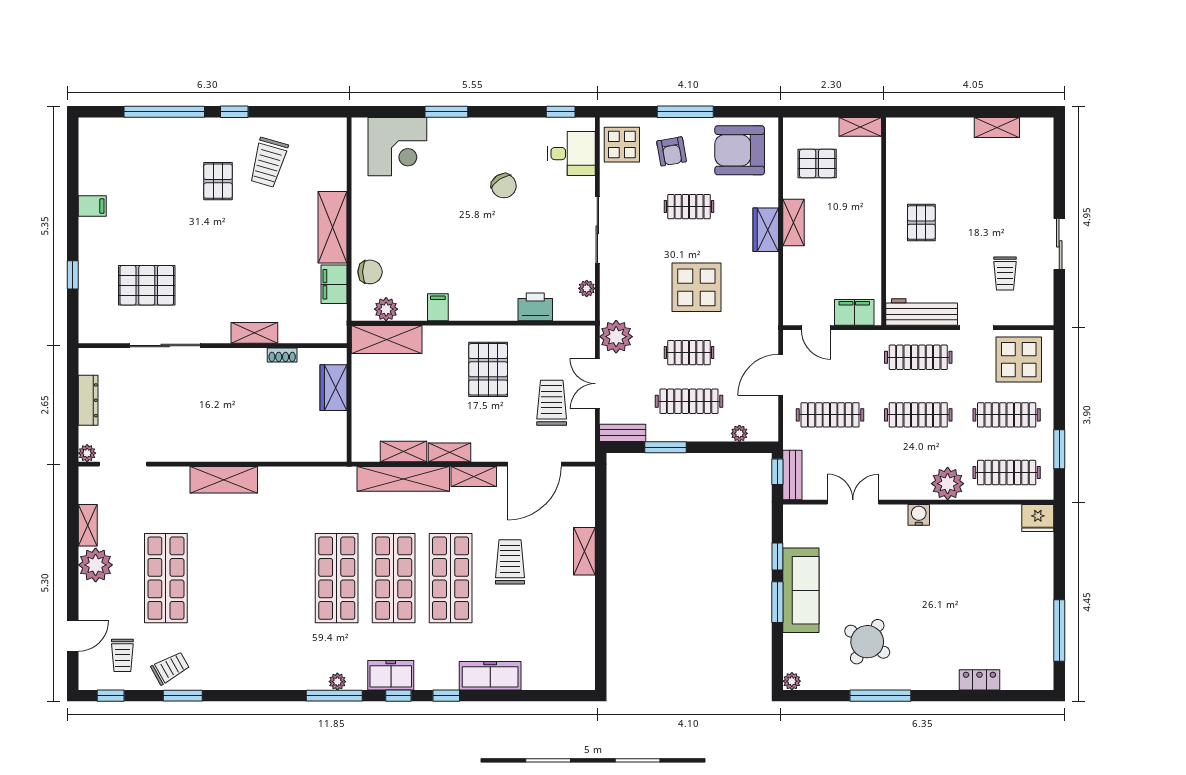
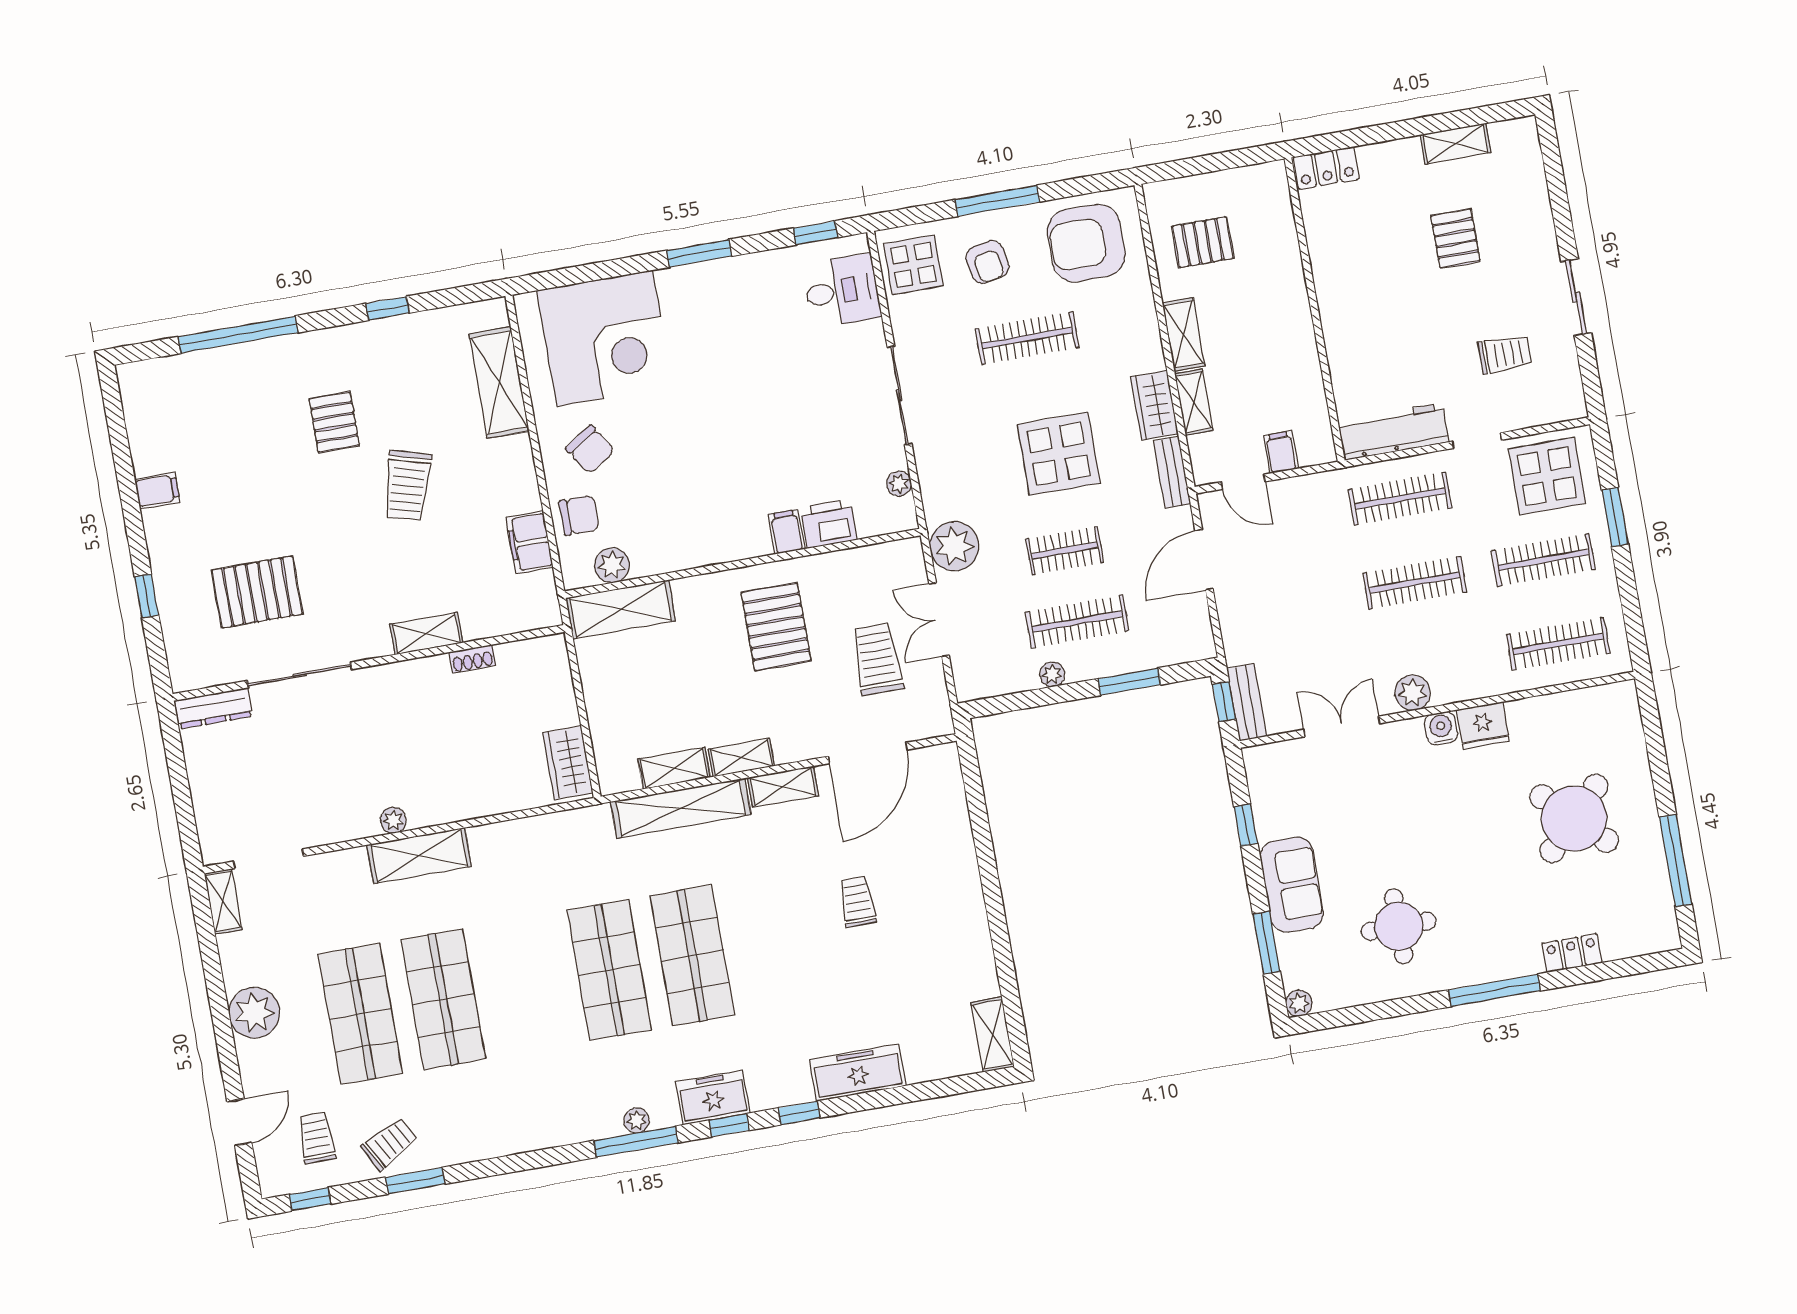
window: (234, 112) -> (387, 308), moved
window: (446, 112) -> (699, 253), moved
shelving: (860, 127) -> (1194, 402), moved, turned 90
locker: (908, 129) -> (1326, 168), added
corner desk: (397, 147) -> (605, 338), width x1.36, depth x1.36
trolley: (268, 162) -> (407, 485), moved
chair: (504, 186) -> (590, 450), moved
clothes rail: (689, 207) -> (1027, 338), width x1.36
pallet: (921, 223) -> (1455, 238), moved
shelving: (332, 227) -> (499, 382), moved
wardrobe: (766, 230) -> (1154, 405), moved
trolley: (1005, 273) -> (1505, 354), turned -90
filing cabinet: (438, 307) -> (787, 532), moved
filing cabinet: (854, 312) -> (1281, 452), width x0.50
wardrobe: (333, 388) -> (568, 763), moved
dresser: (88, 400) -> (214, 708), moved, turned 90
clothes rail: (830, 415) -> (1286, 605), removed
bench: (623, 433) -> (1172, 472), moved, turned 90
plant: (739, 433) -> (1052, 674), moved
window: (666, 447) -> (1129, 682), moved
window: (1059, 449) -> (1615, 517), moved
plant: (87, 453) -> (393, 820), moved
plant: (948, 484) -> (1413, 693), moved, width x0.73, depth x0.73
fridge: (1038, 518) -> (1483, 725), moved
shelving: (88, 525) -> (223, 901), moved
shelving: (584, 551) -> (993, 1035), moved
trolley: (510, 562) -> (857, 902), width x0.73, depth x0.72
shop shelf: (451, 578) -> (443, 999), moved
sofa: (801, 590) -> (1292, 885), width x0.73
round table: (997, 591) -> (1574, 818), added
window: (777, 602) -> (1267, 943), moved
round table: (867, 642) -> (1399, 926), turned -33
trolley: (122, 655) -> (317, 1138), turned 180
window: (880, 696) -> (1494, 990), moved

